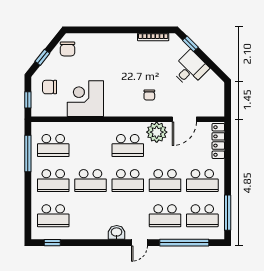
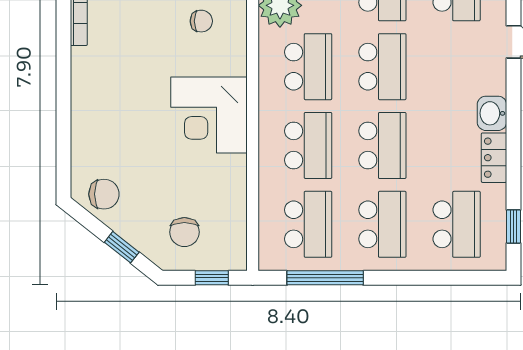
corner desk: (85, 99) -> (209, 115), moved
school desk: (90, 145) -> (308, 145), added
washbasin: (117, 232) -> (492, 113), moved
locker: (85, 233) -> (494, 158), added

